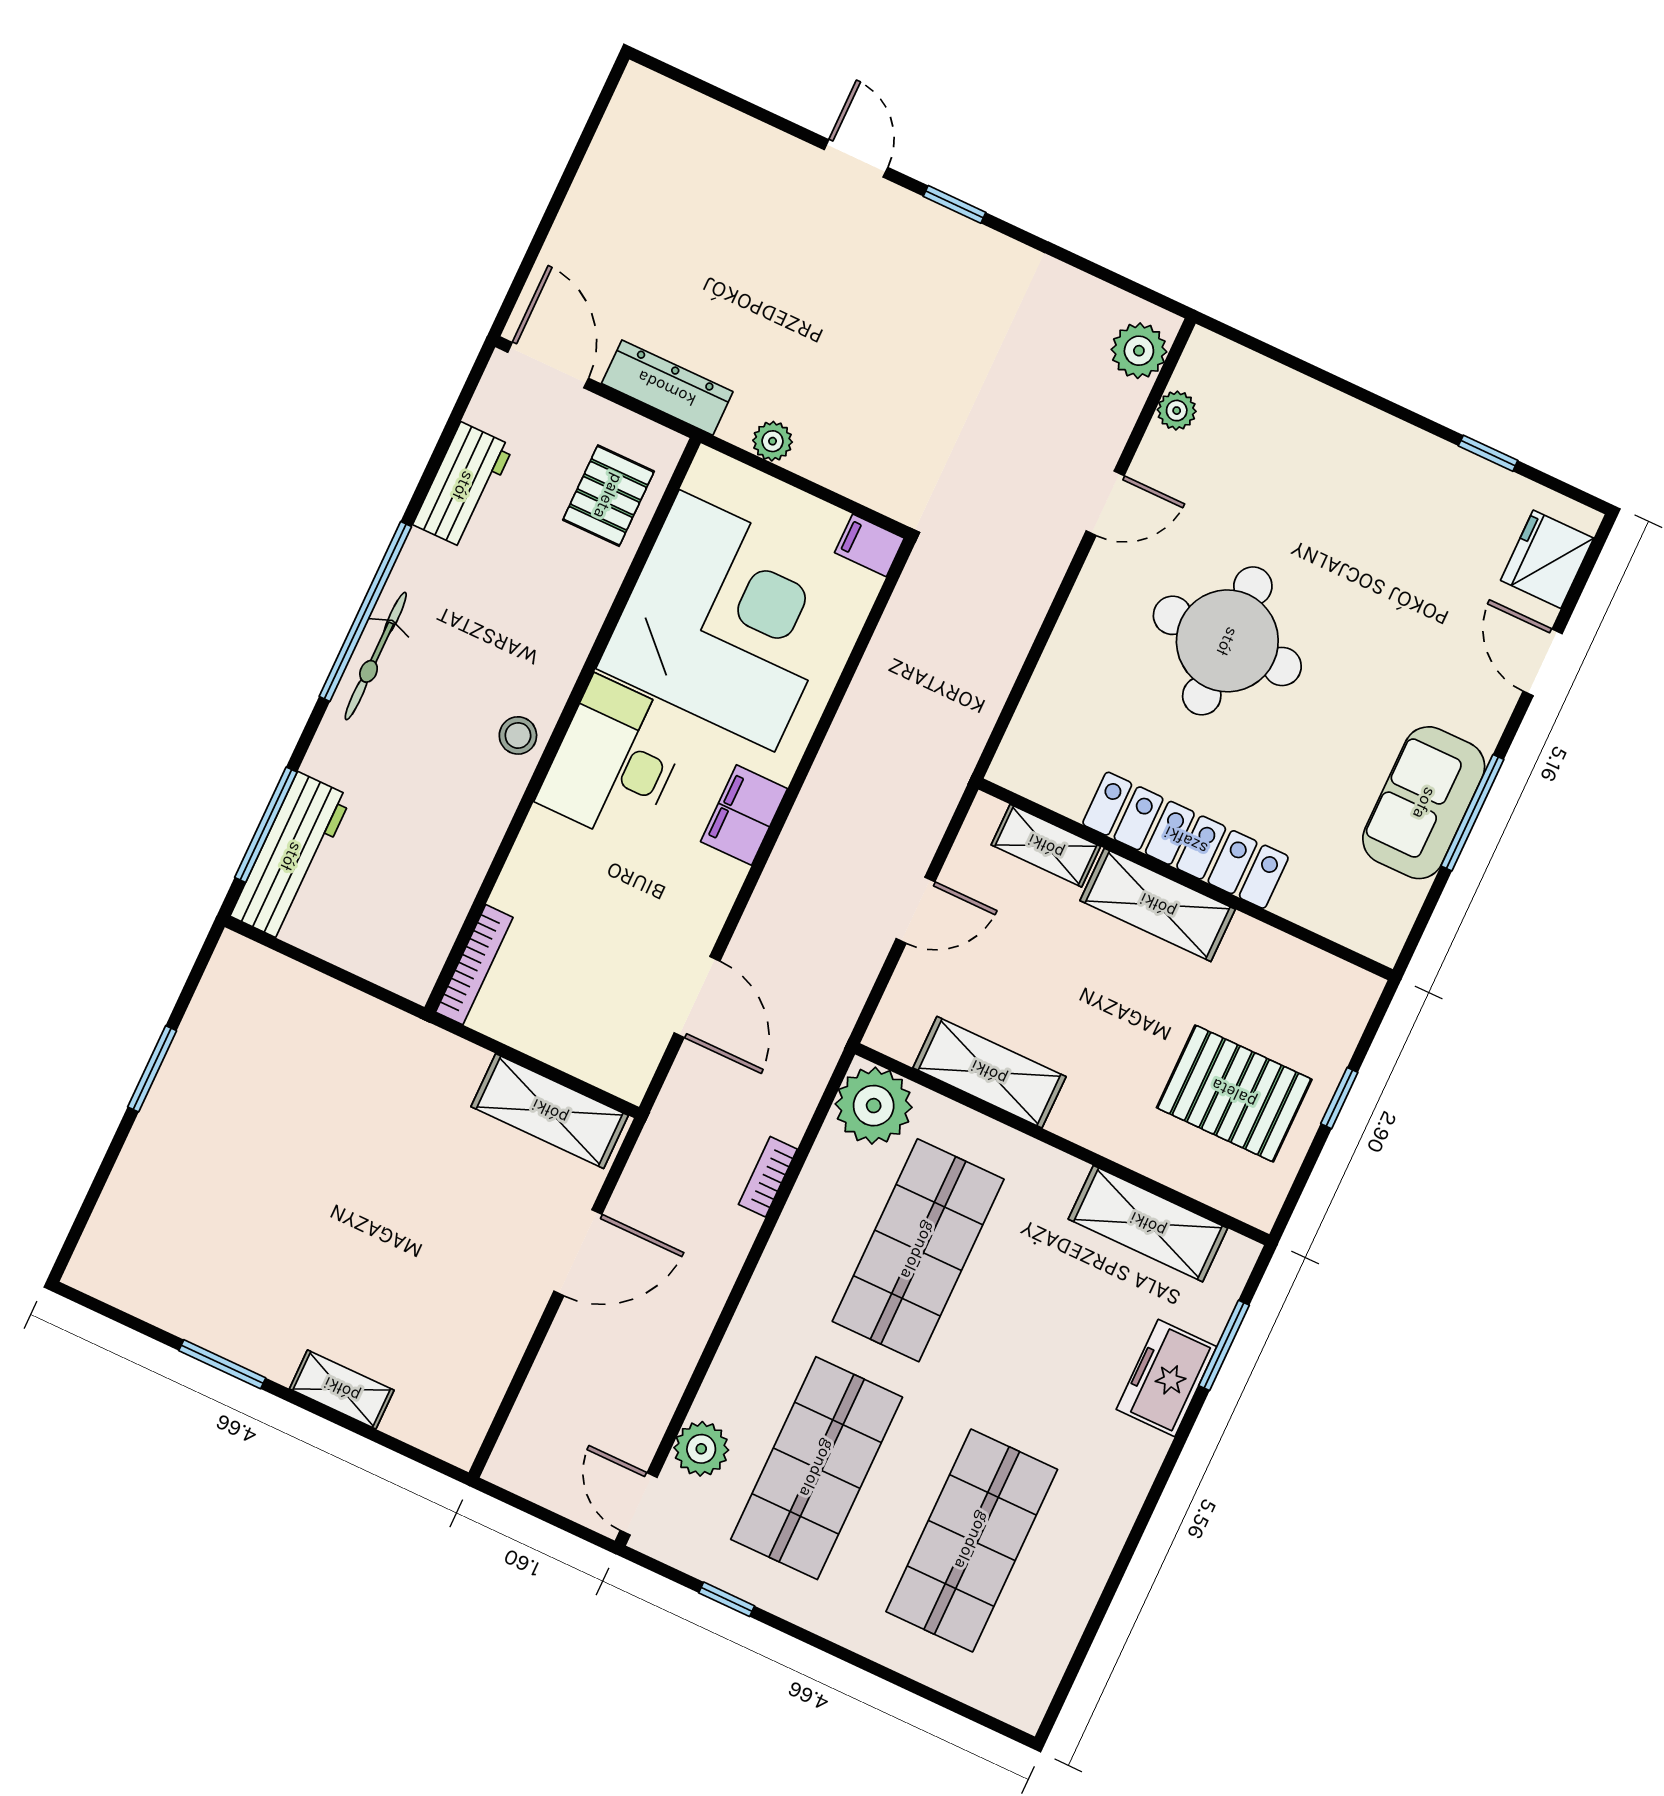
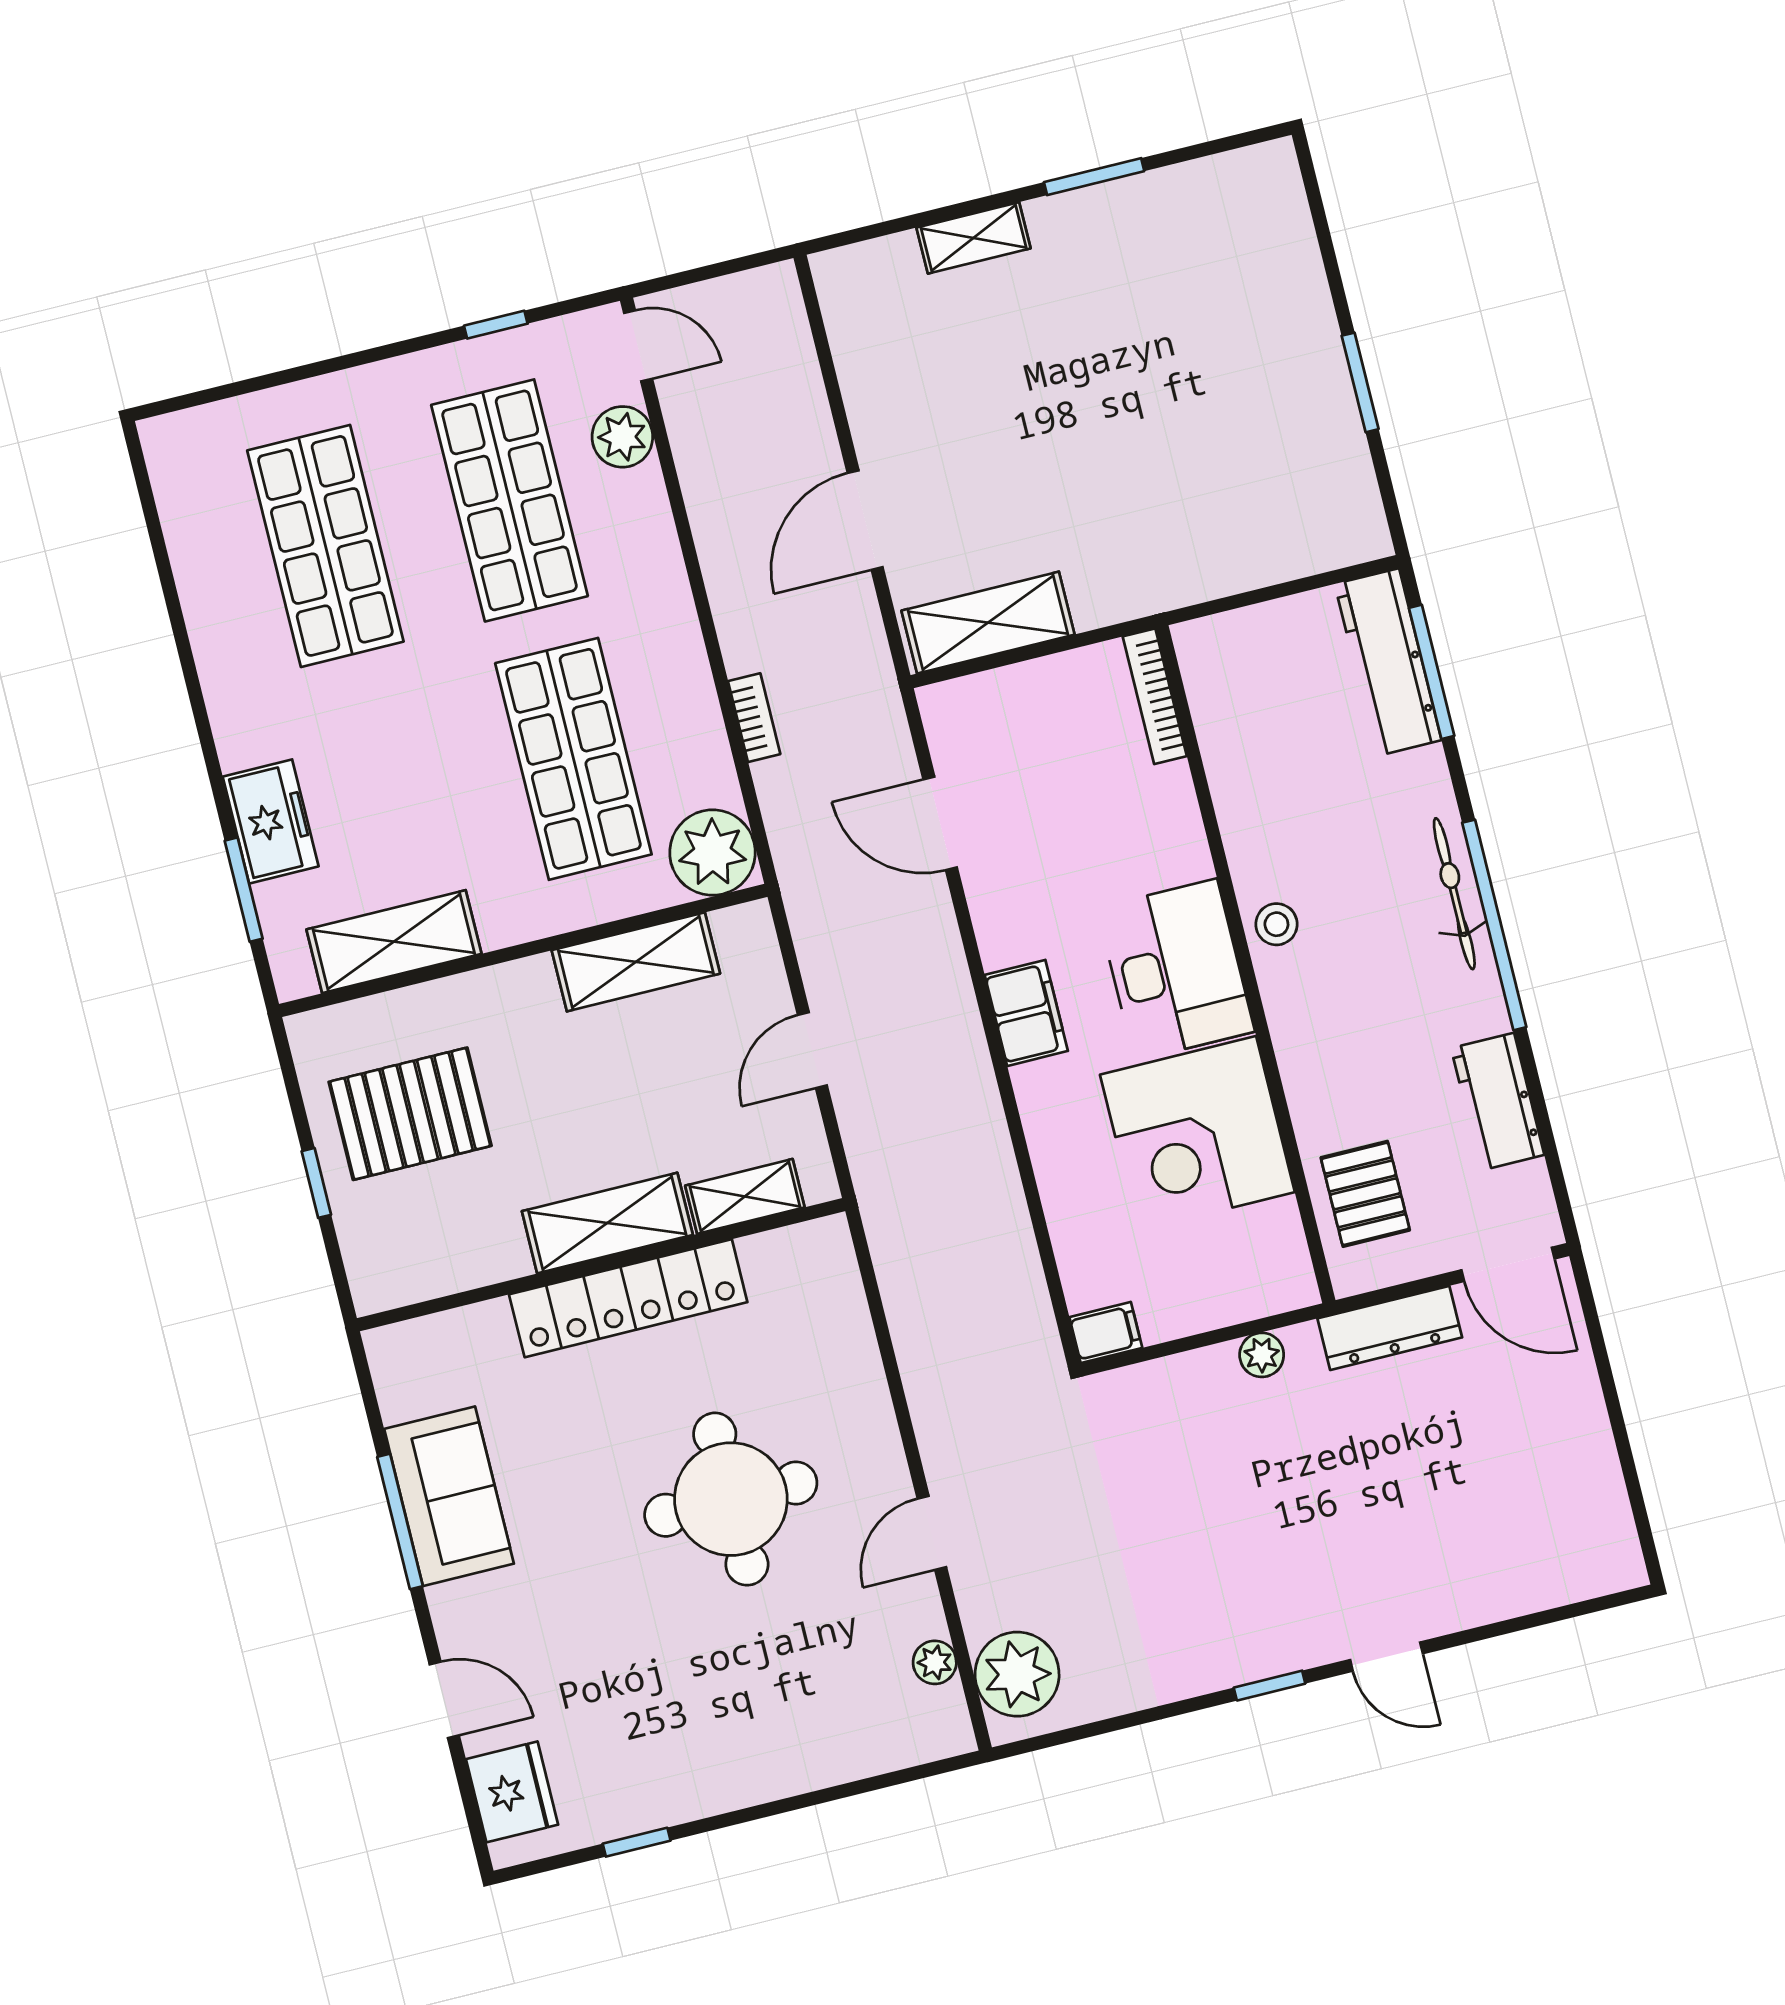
plant: (1139, 351) -> (1017, 1674), width x1.36, depth x1.36
corner desk: (727, 621) -> (1197, 1133), width x0.74, depth x0.74

